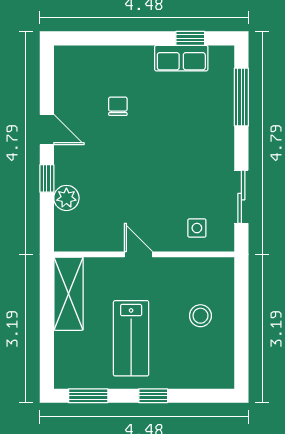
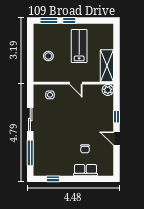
row of seats: (181, 58) -> (86, 170), moved
sliding door: (241, 197) -> (30, 119), moved
plant: (66, 198) -> (108, 90), moved
window: (88, 396) -> (49, 21), moved

